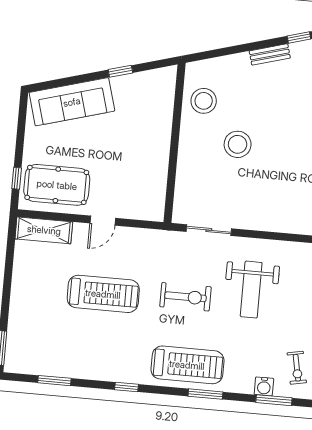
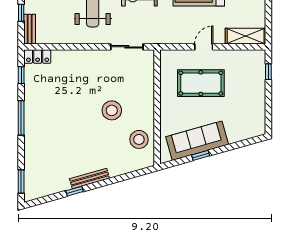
bench: (270, 54) -> (89, 178), width x1.36
sofa: (72, 102) -> (197, 141), moved
pool table: (57, 185) -> (201, 83), moved

